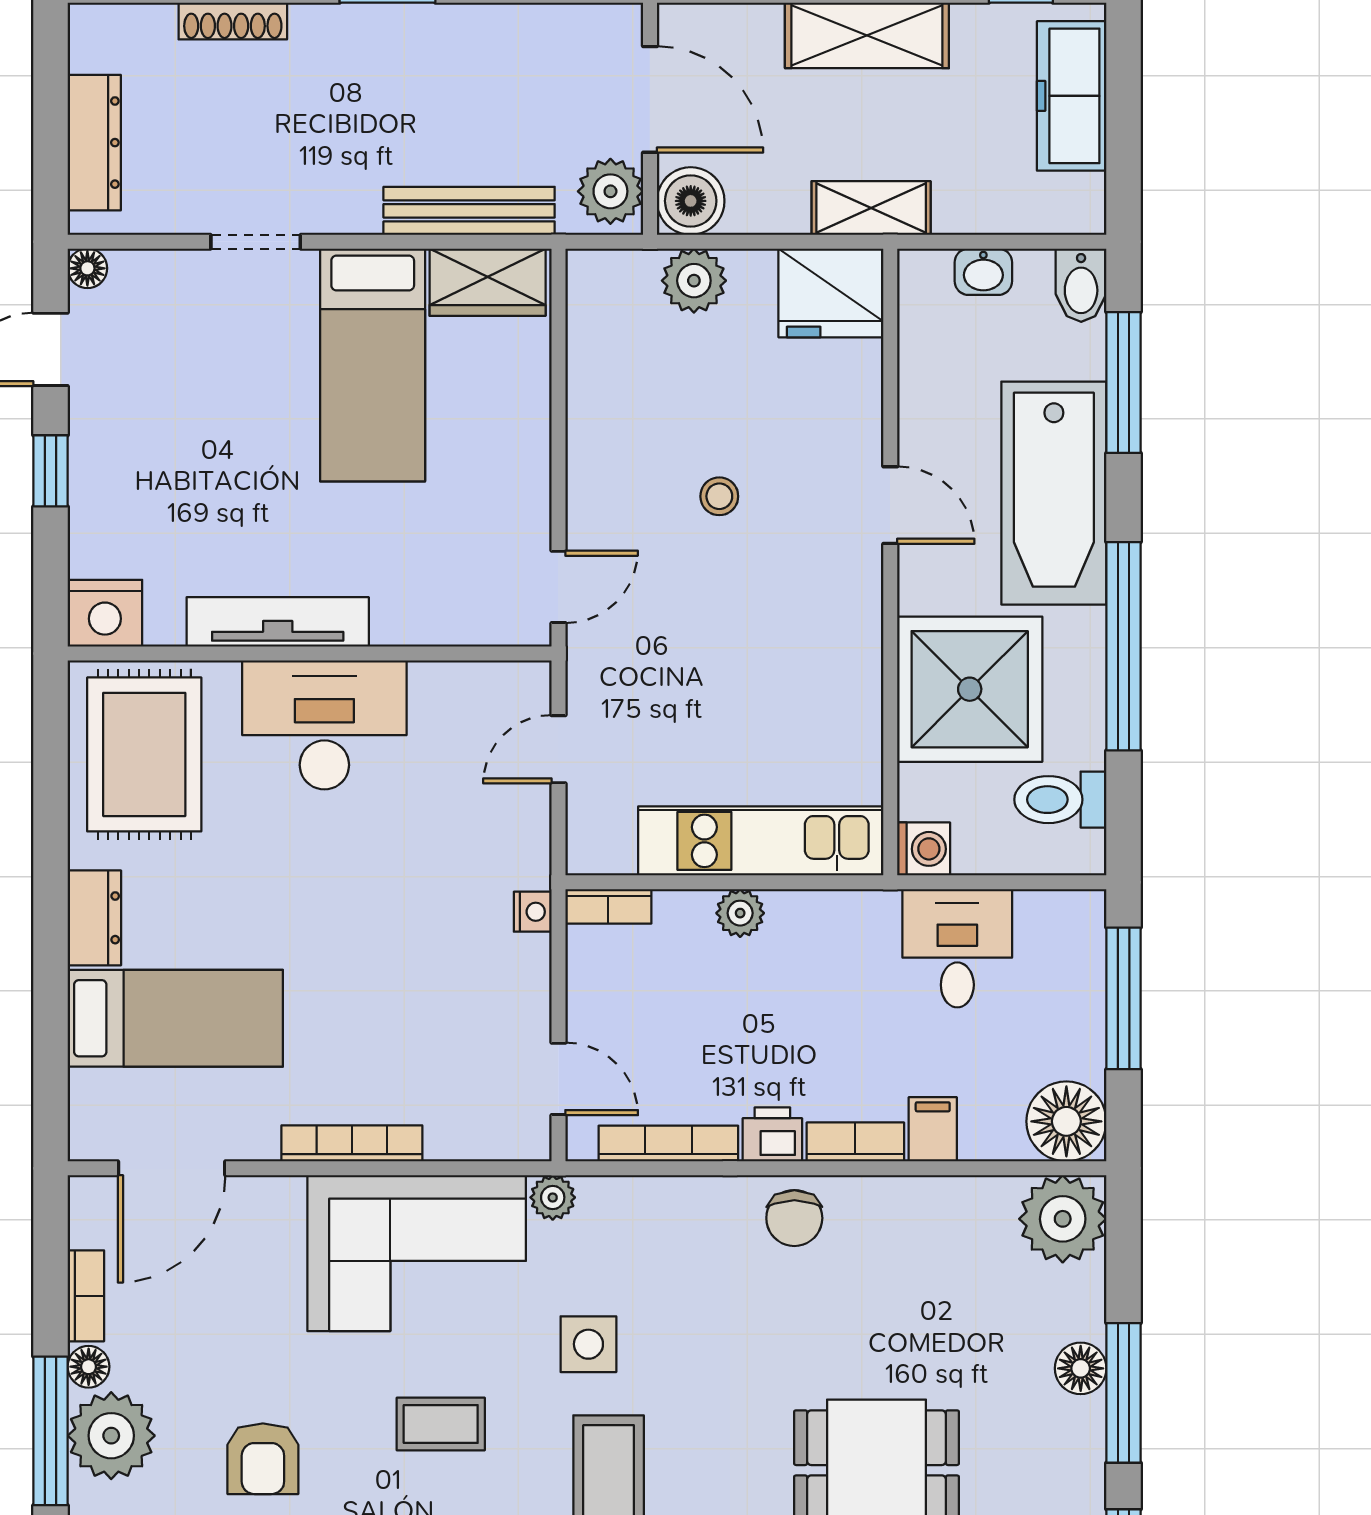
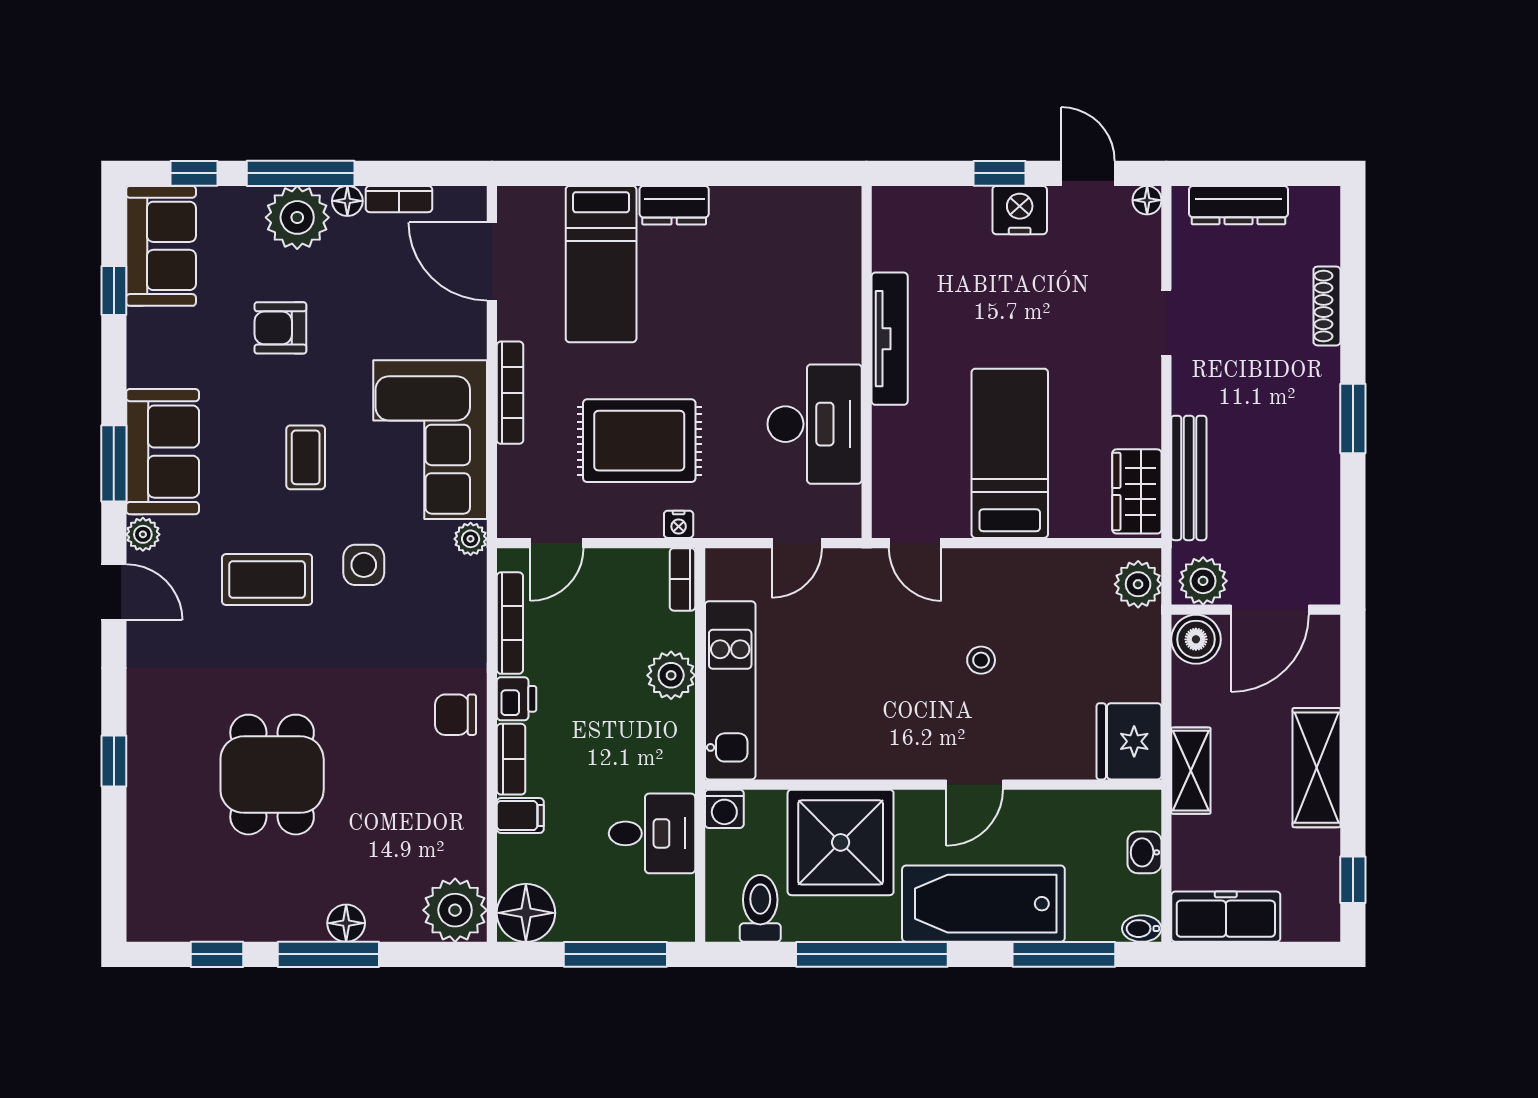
freezer: (1072, 96) -> (1226, 917), moved
plant: (694, 281) -> (1138, 584), moved
bidet: (1081, 285) -> (1142, 929), width x0.72, depth x0.74
bed: (373, 365) -> (1010, 453), moved, turned 90
nightstand: (105, 613) -> (1020, 210), moved, turned 90
desk: (324, 725) -> (815, 424), moved
door: (558, 749) -> (797, 543), swing flipped
rug: (144, 754) -> (639, 441), moved
plant: (740, 913) -> (671, 675), width x1.38, depth x1.38

